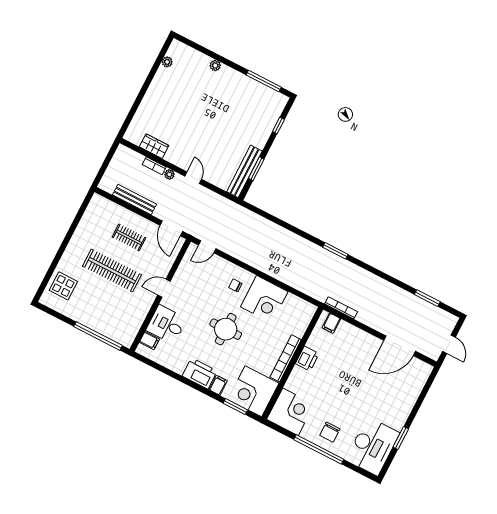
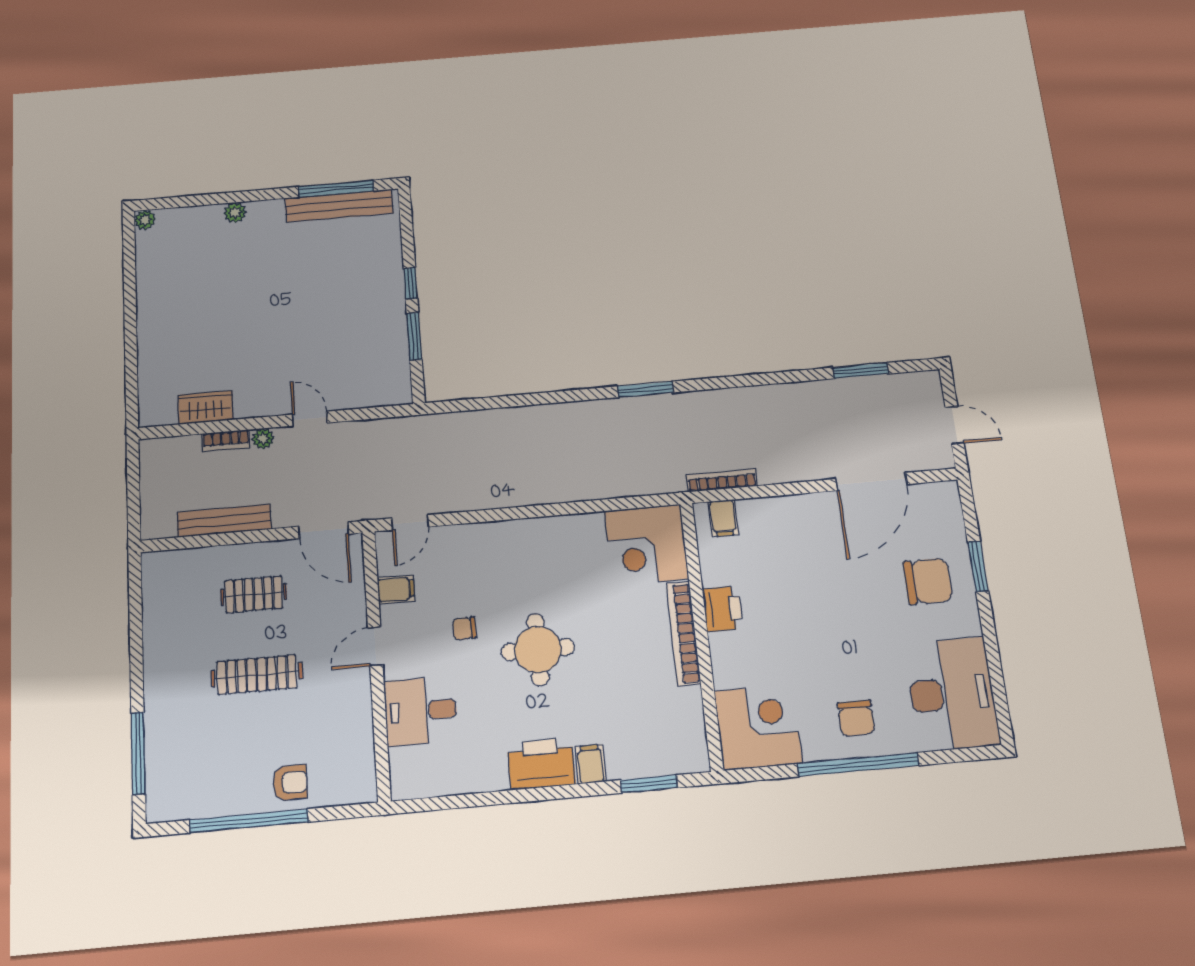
plant: (167, 62) -> (145, 220), moved
window: (278, 125) -> (411, 283), moved
bench: (244, 171) -> (339, 206), moved, turned 90
clothes rail: (112, 270) -> (257, 675), width x0.73, depth x0.76
window: (50, 273) -> (138, 753), added
chair: (235, 285) -> (464, 628), moved
display table: (63, 286) -> (179, 762), removed
corner desk: (264, 299) -> (646, 545), moved, turned 90
armchair: (101, 320) -> (290, 782), added
window: (98, 336) -> (249, 821), moved
filing cabinet: (149, 341) -> (396, 590), moved
corner desk: (253, 391) -> (664, 733), removed
chair: (394, 399) -> (928, 581), added
window: (401, 438) -> (978, 566), moved

